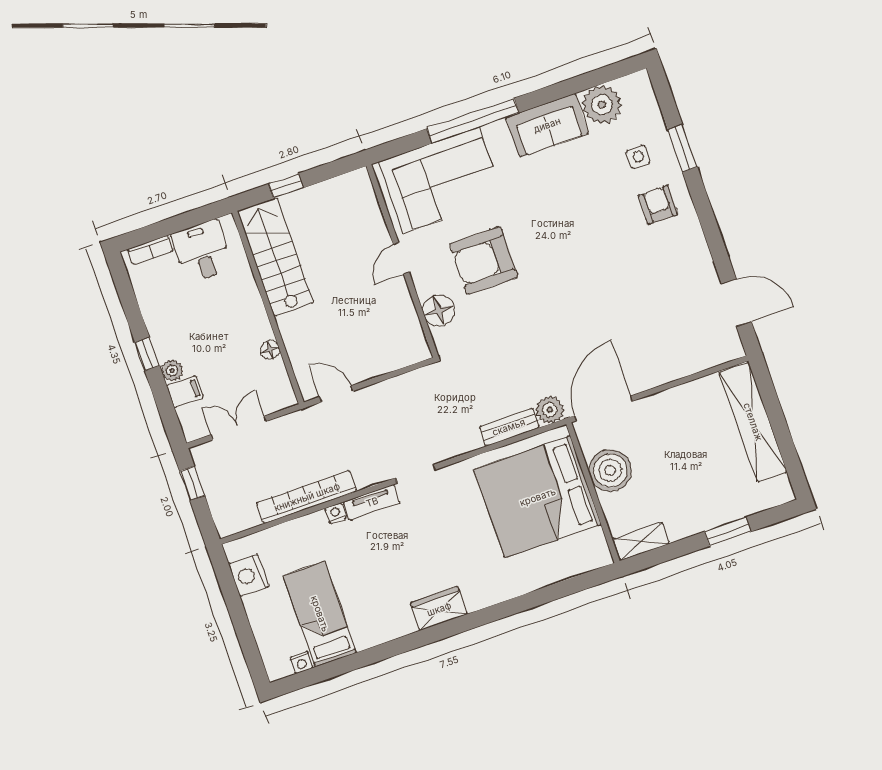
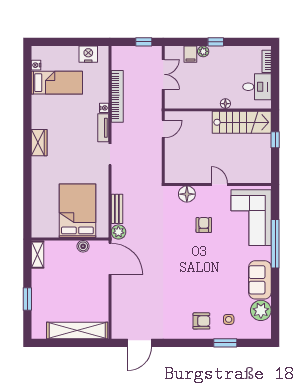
armchair: (484, 261) -> (204, 225), width x0.53, depth x0.53
floor lamp: (270, 350) -> (225, 104), moved
boiler: (610, 471) -> (83, 246), width x0.54, depth x0.54
bed: (538, 497) -> (77, 211), width x0.73

